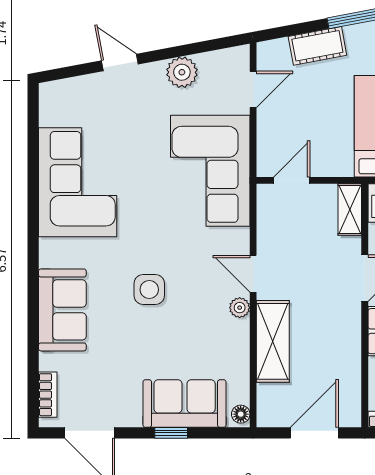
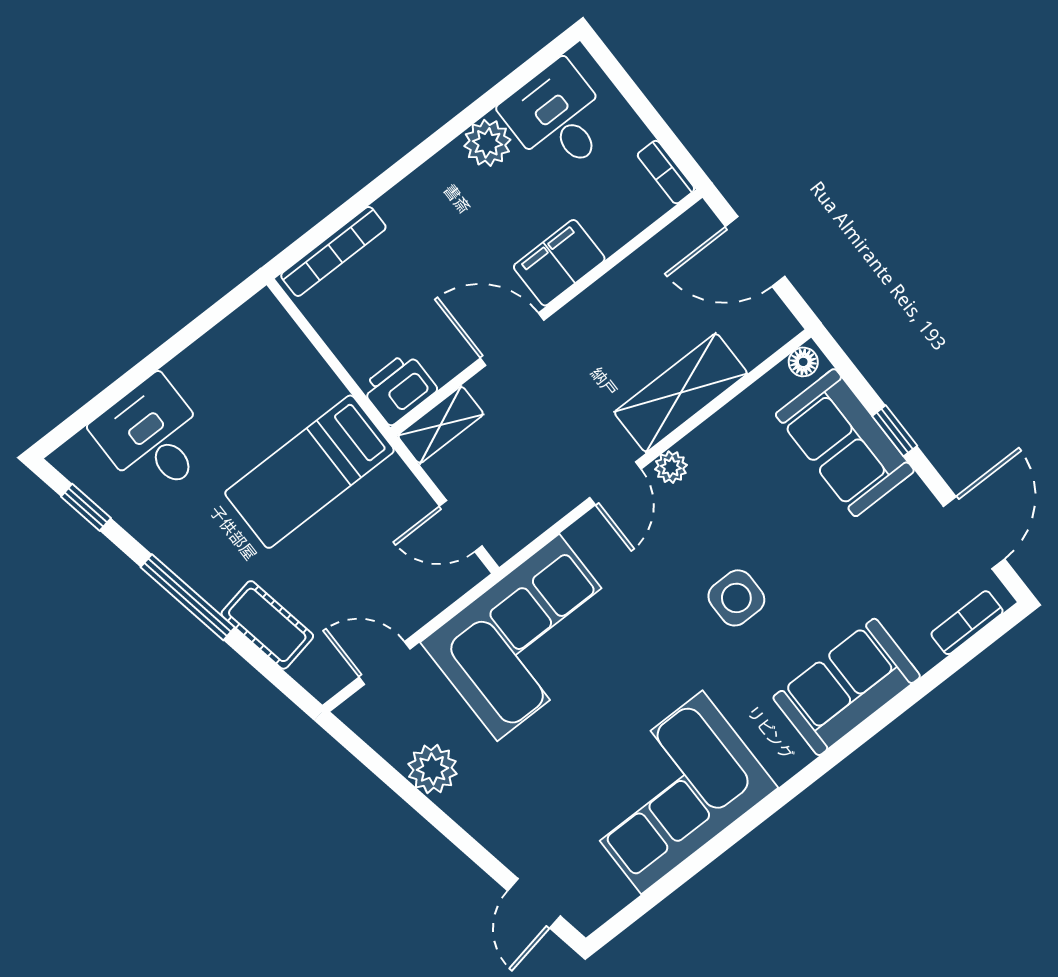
door: (120, 62) -> (534, 903), moved

